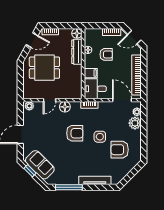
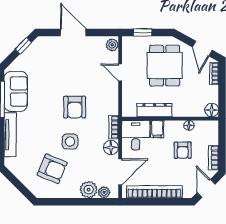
dresser: (77, 52) -> (155, 110), moved
window: (20, 84) -> (143, 32), added
floor lamp: (65, 107) -> (111, 147), moved
armchair: (120, 150) -> (52, 169), turned 113
sofa: (40, 165) -> (16, 91), moved, turned -45

